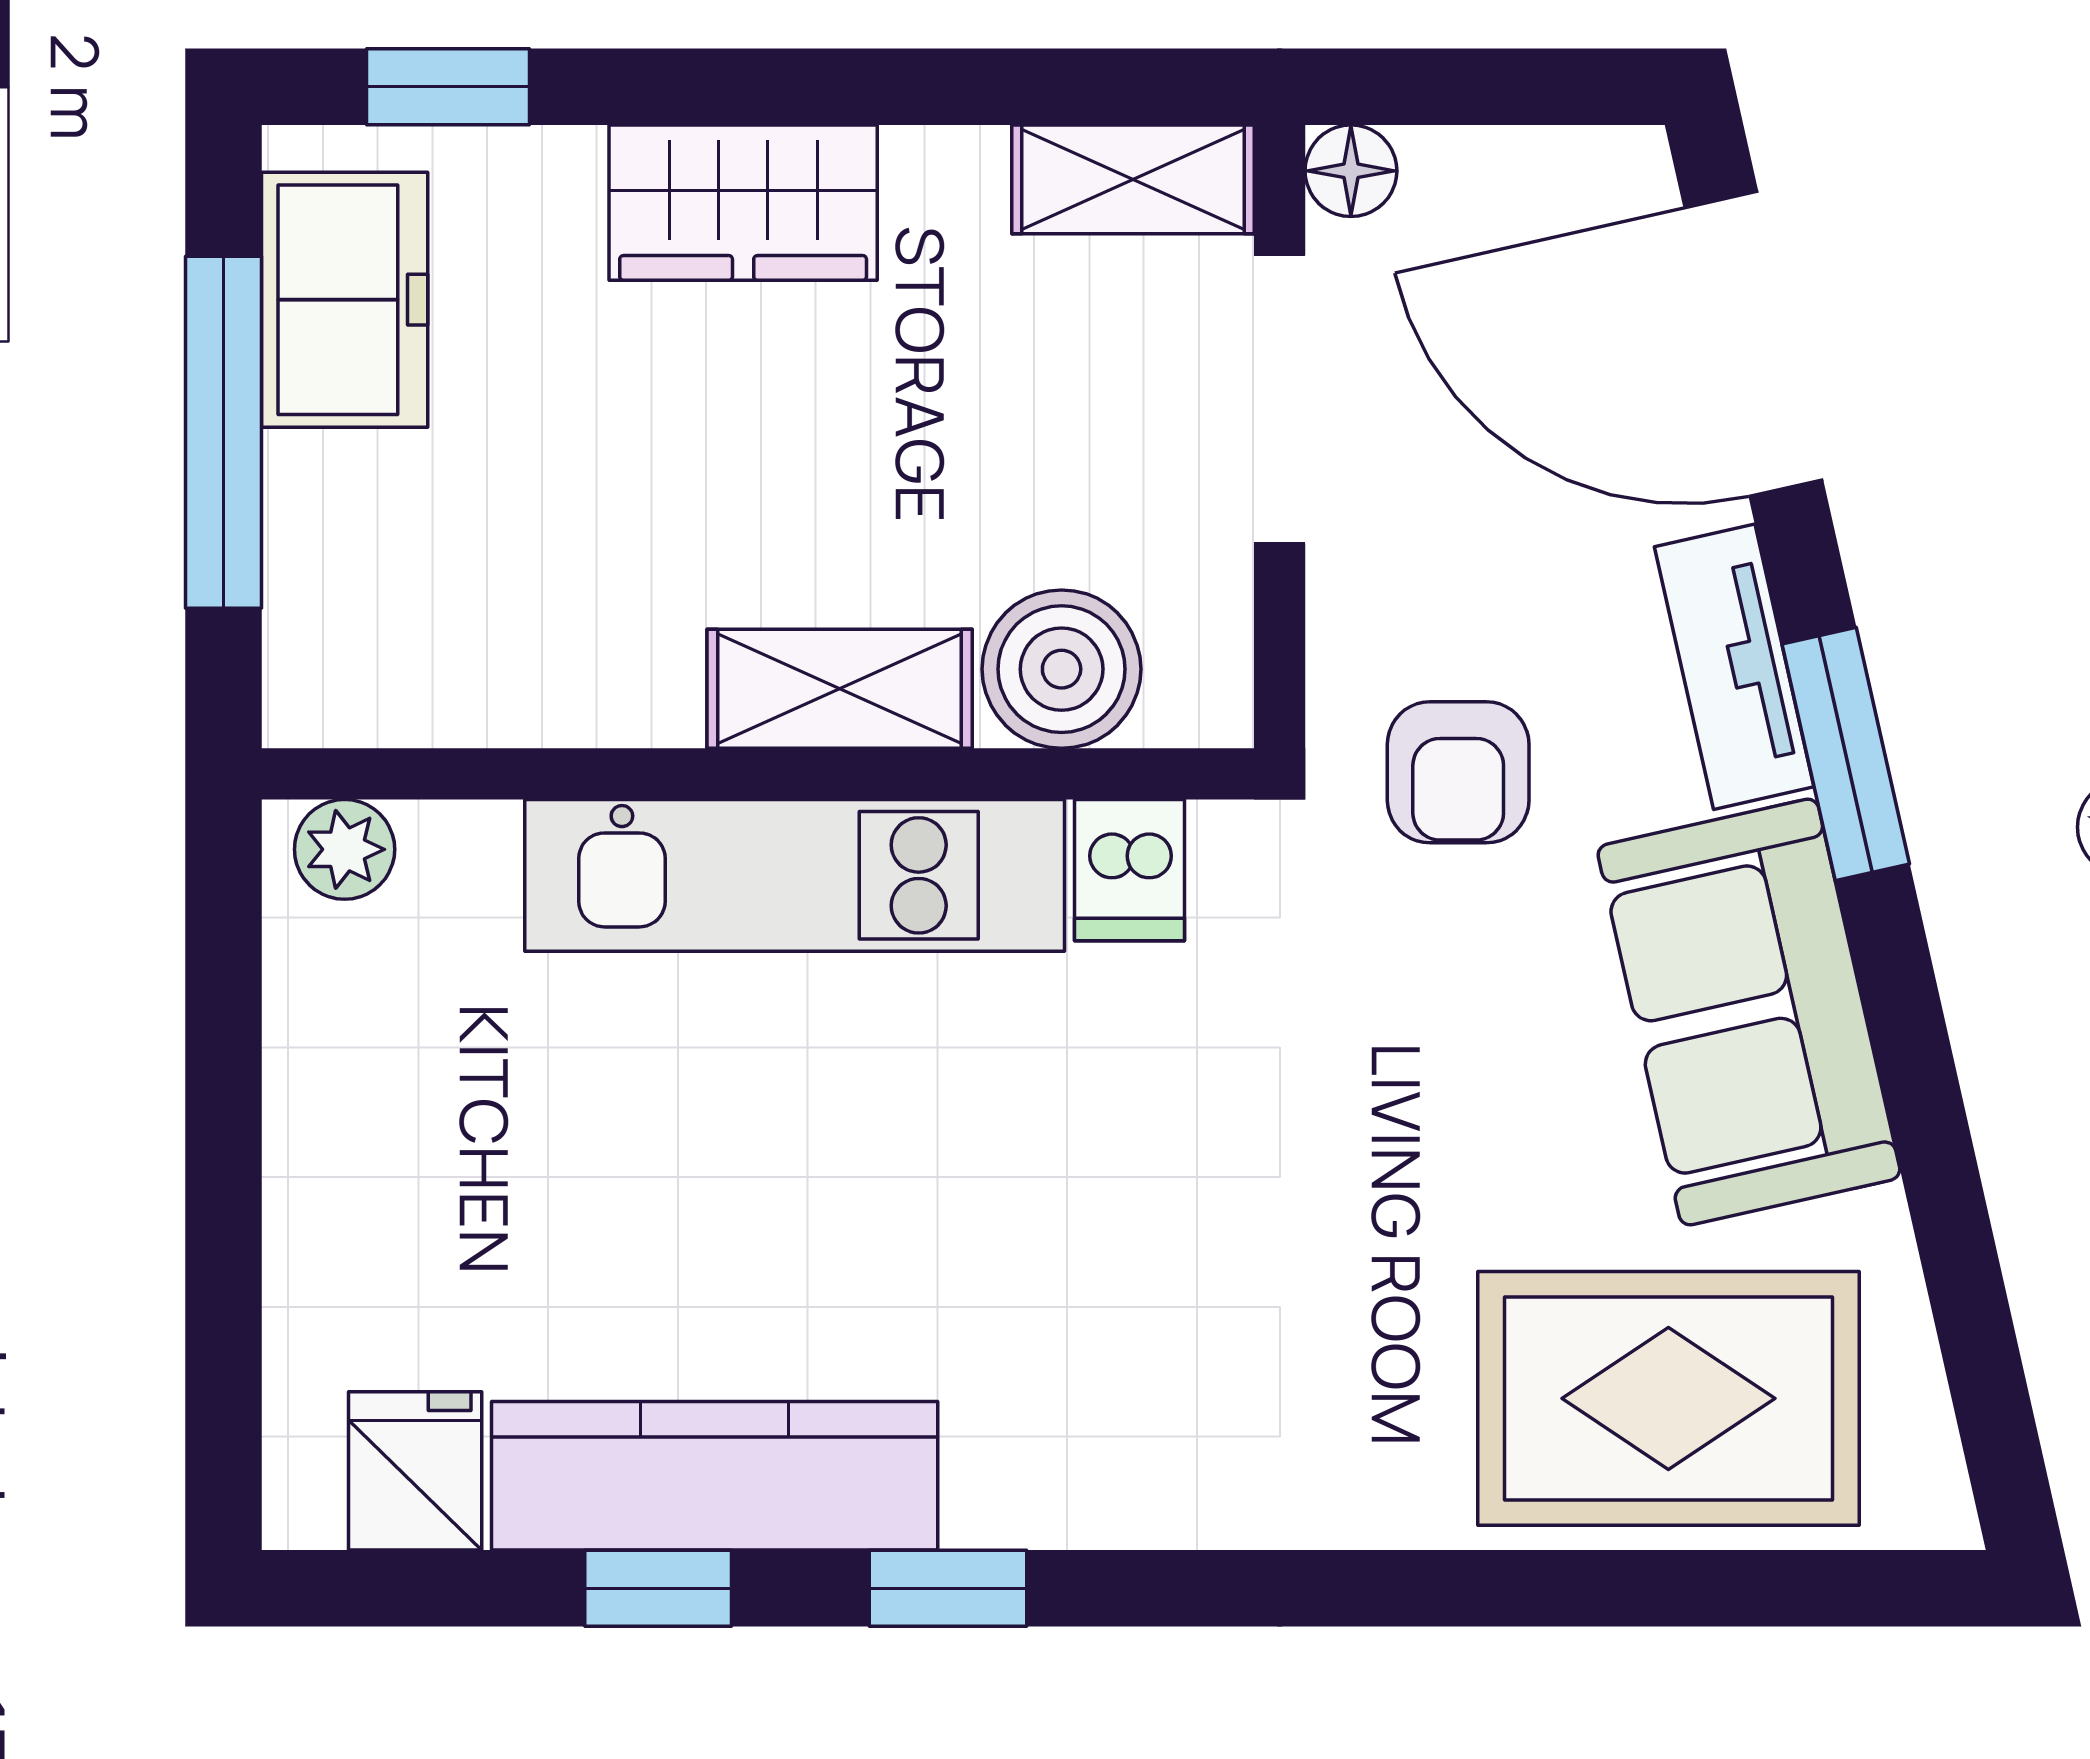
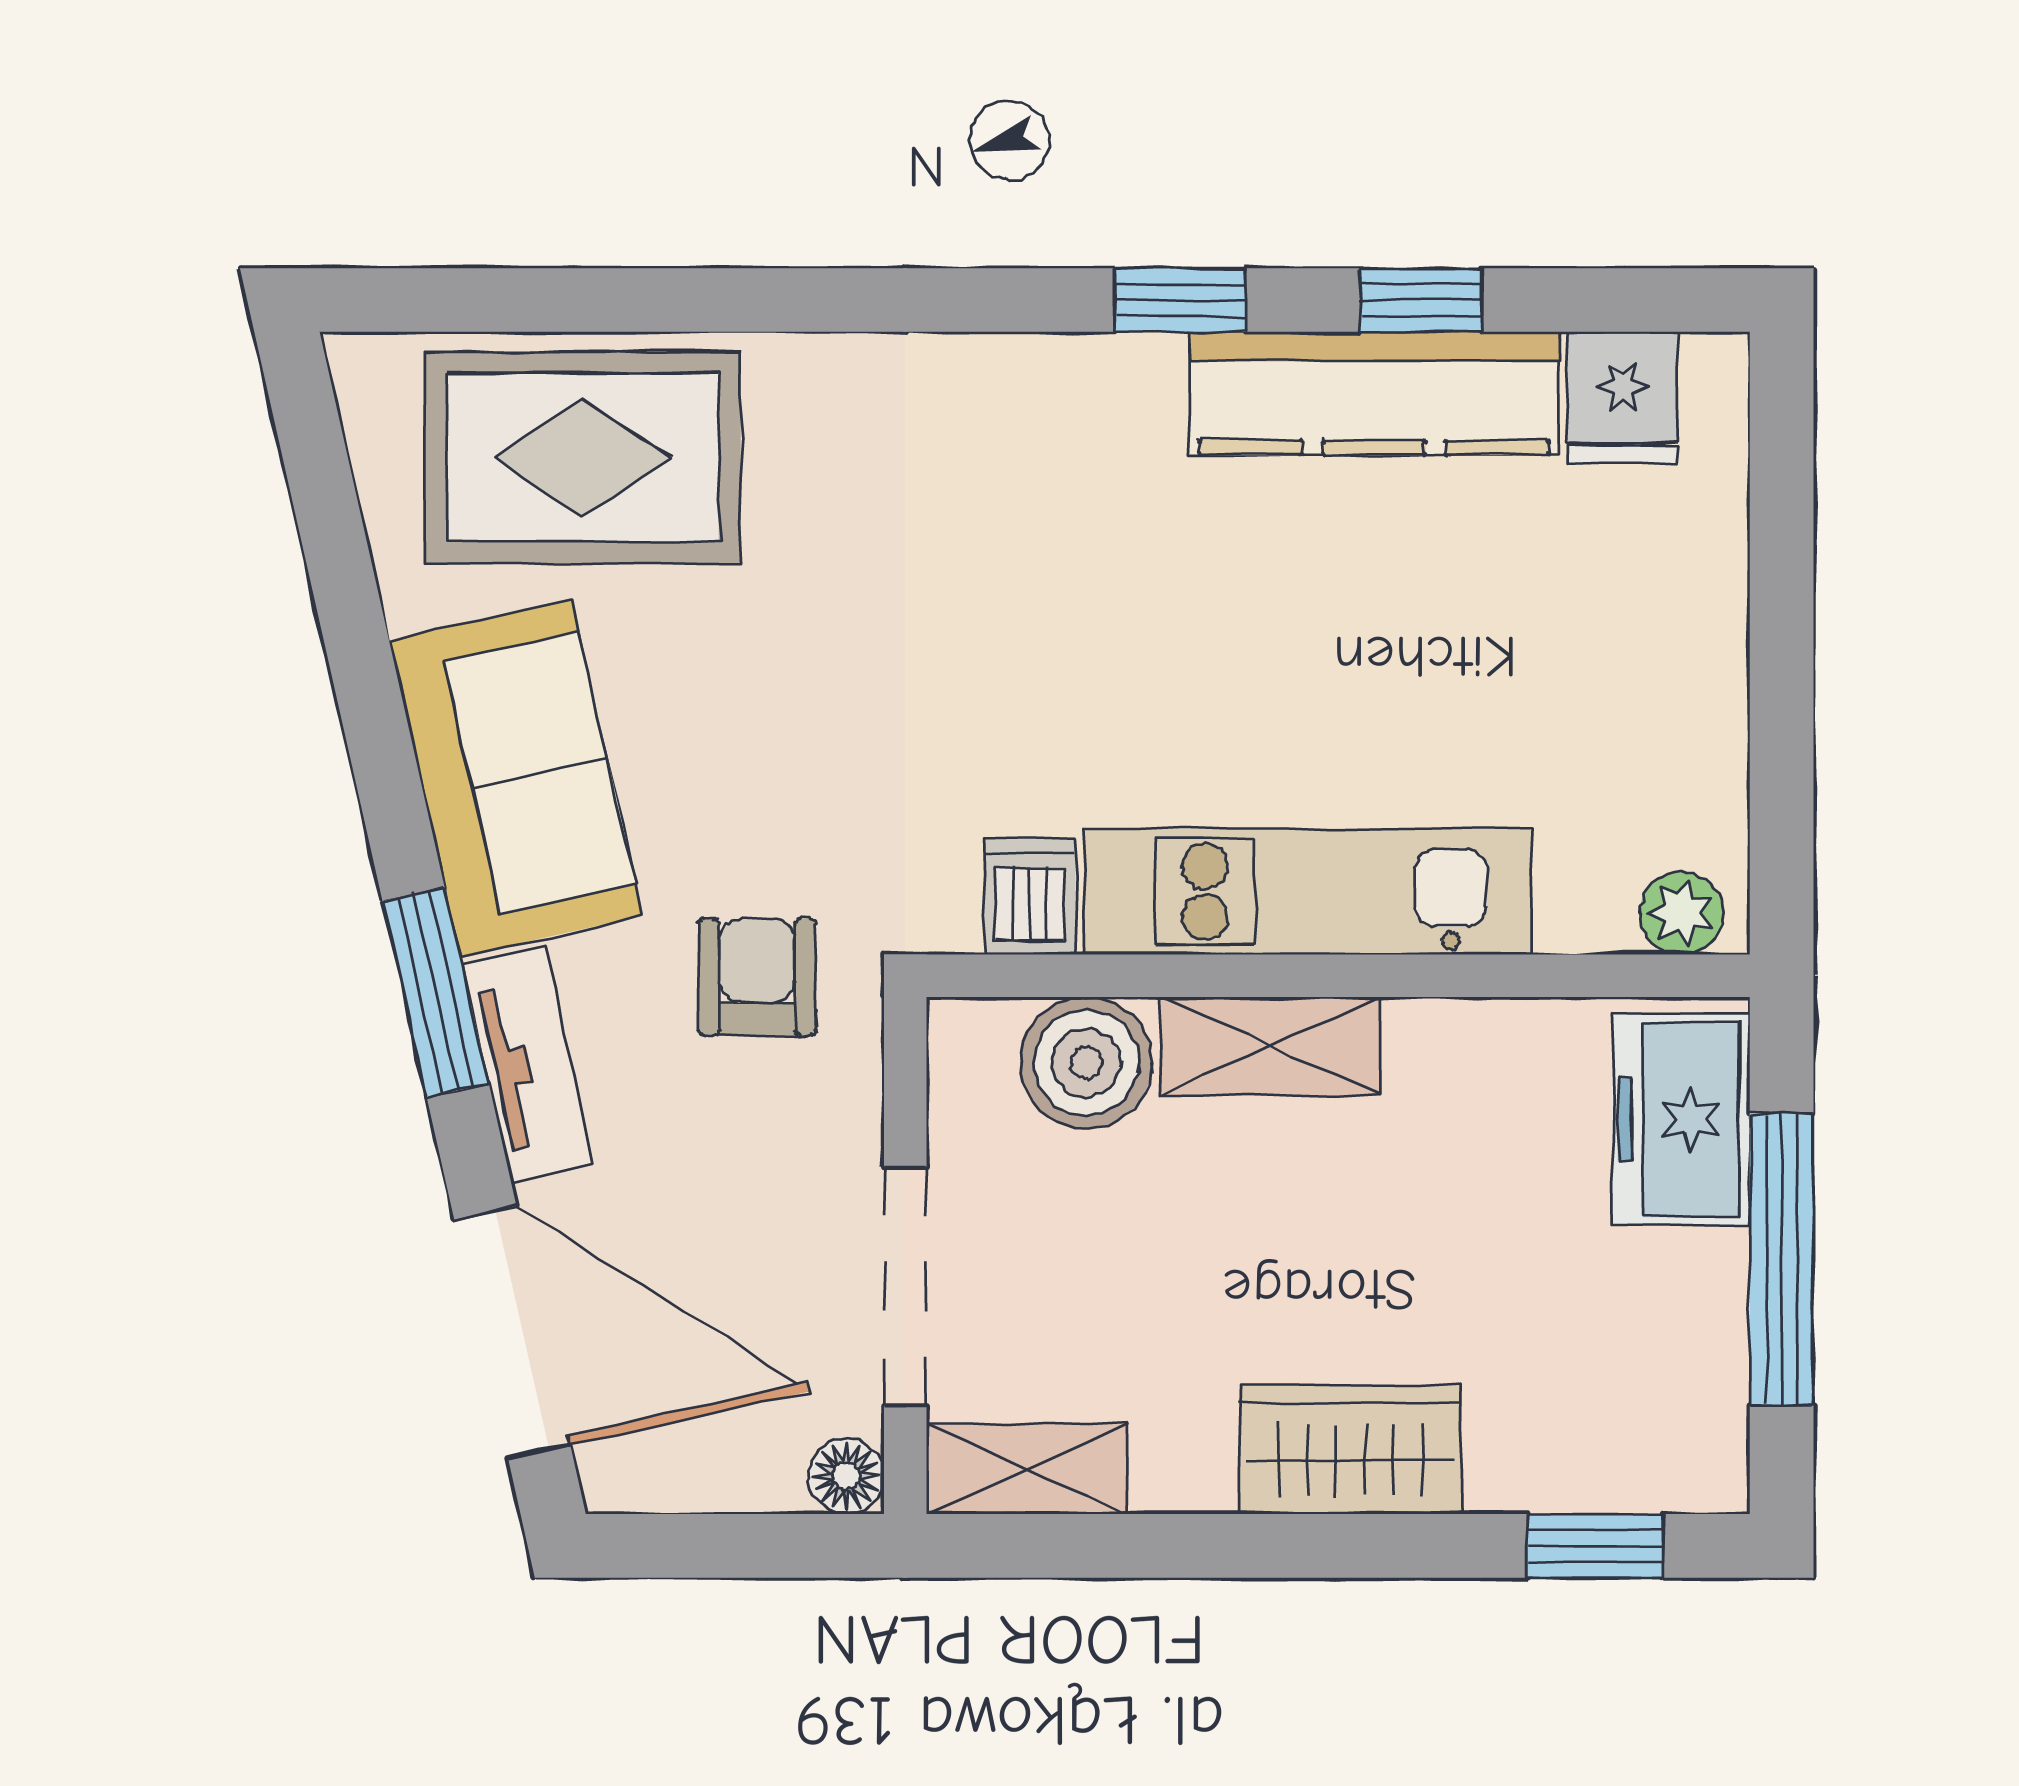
freezer: (345, 300) -> (1681, 1120), moved

